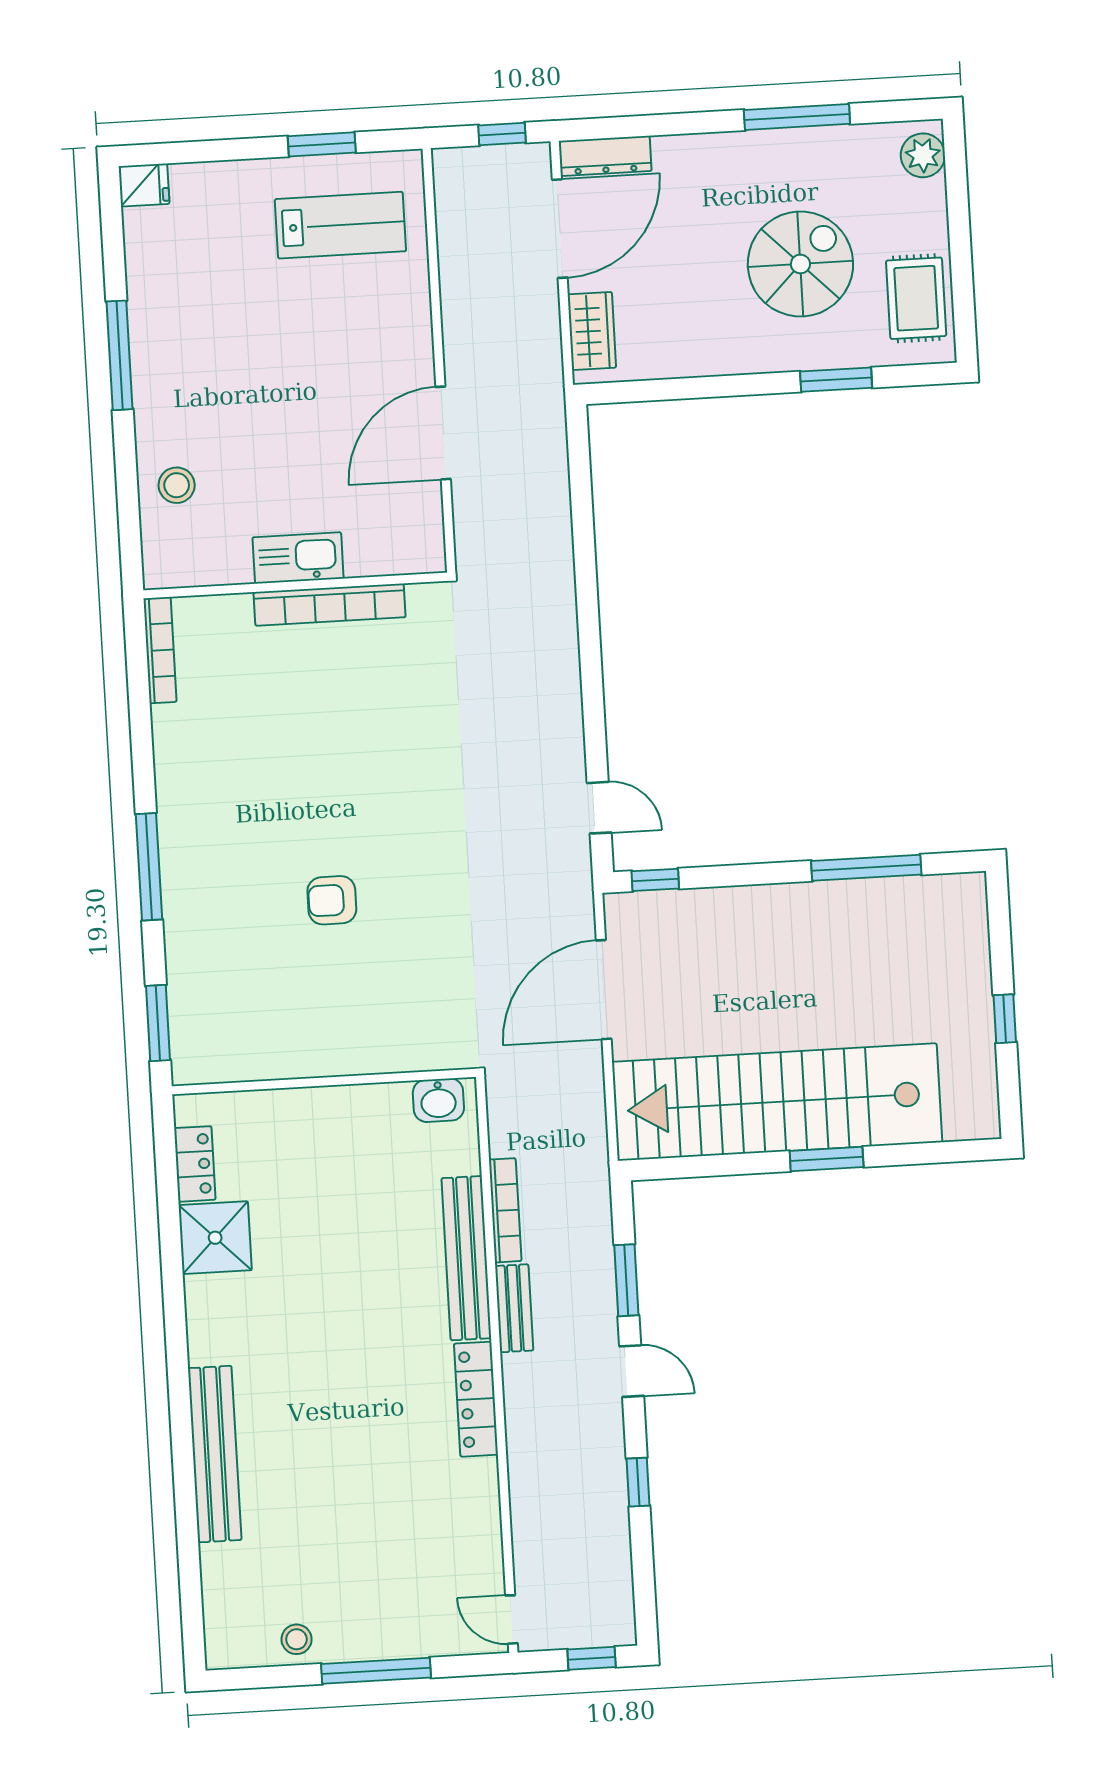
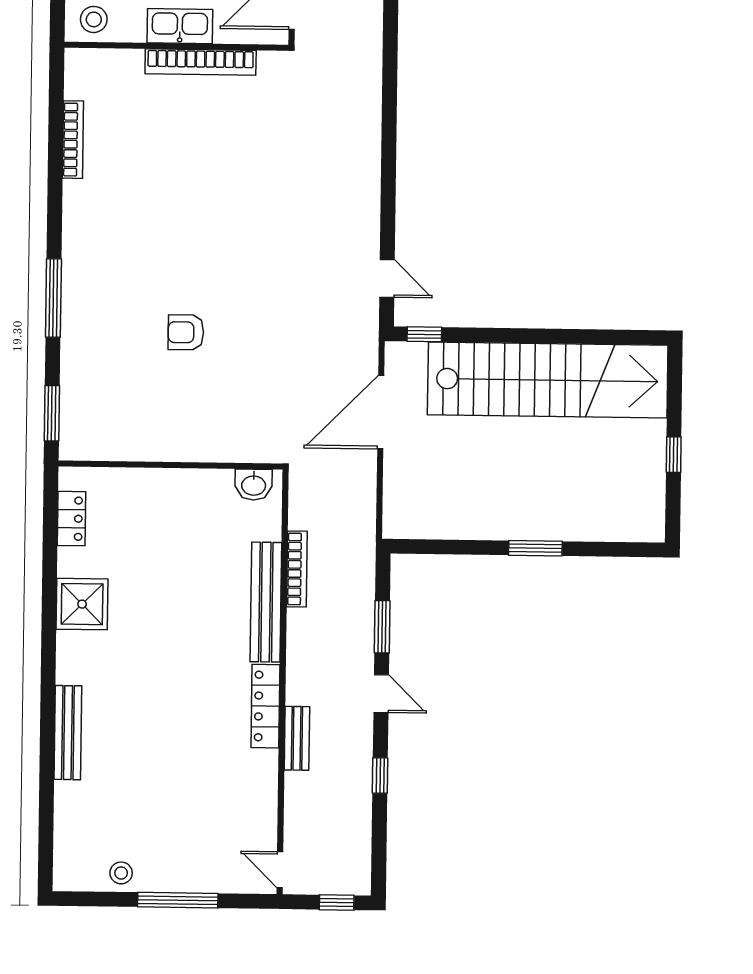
kitchen sink: (298, 558) -> (180, 26), moved
wall: (295, 585) -> (176, 46), moved
bookcase: (330, 605) -> (201, 62), moved
window: (866, 868) -> (580, 336), removed
stairs: (777, 1102) -> (548, 380), moved, turned 180
shower: (215, 1238) -> (82, 604), moved
bench: (514, 1308) -> (297, 738), moved
bench: (215, 1454) -> (68, 733), width x0.73, depth x0.82

